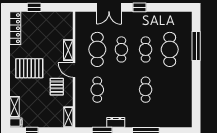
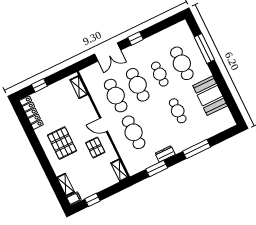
cafe table: (121, 49) -> (138, 85), width x1.37, depth x1.35
shelving: (68, 50) -> (79, 87), moved
pallet: (29, 68) -> (62, 143), turned 90
cafe table: (97, 90) -> (134, 132), width x1.37, depth x1.35
booth: (181, 90) -> (210, 96), added

